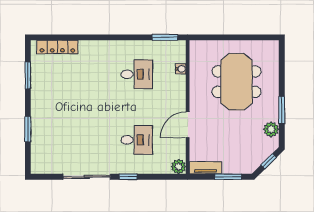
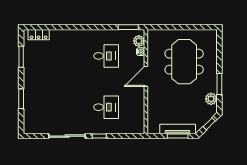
locker: (57, 47) -> (39, 35), width x0.66
door: (188, 125) -> (146, 76), moved
plant: (179, 167) -> (139, 41), moved
tv unit: (205, 168) -> (178, 129), moved, width x1.41

